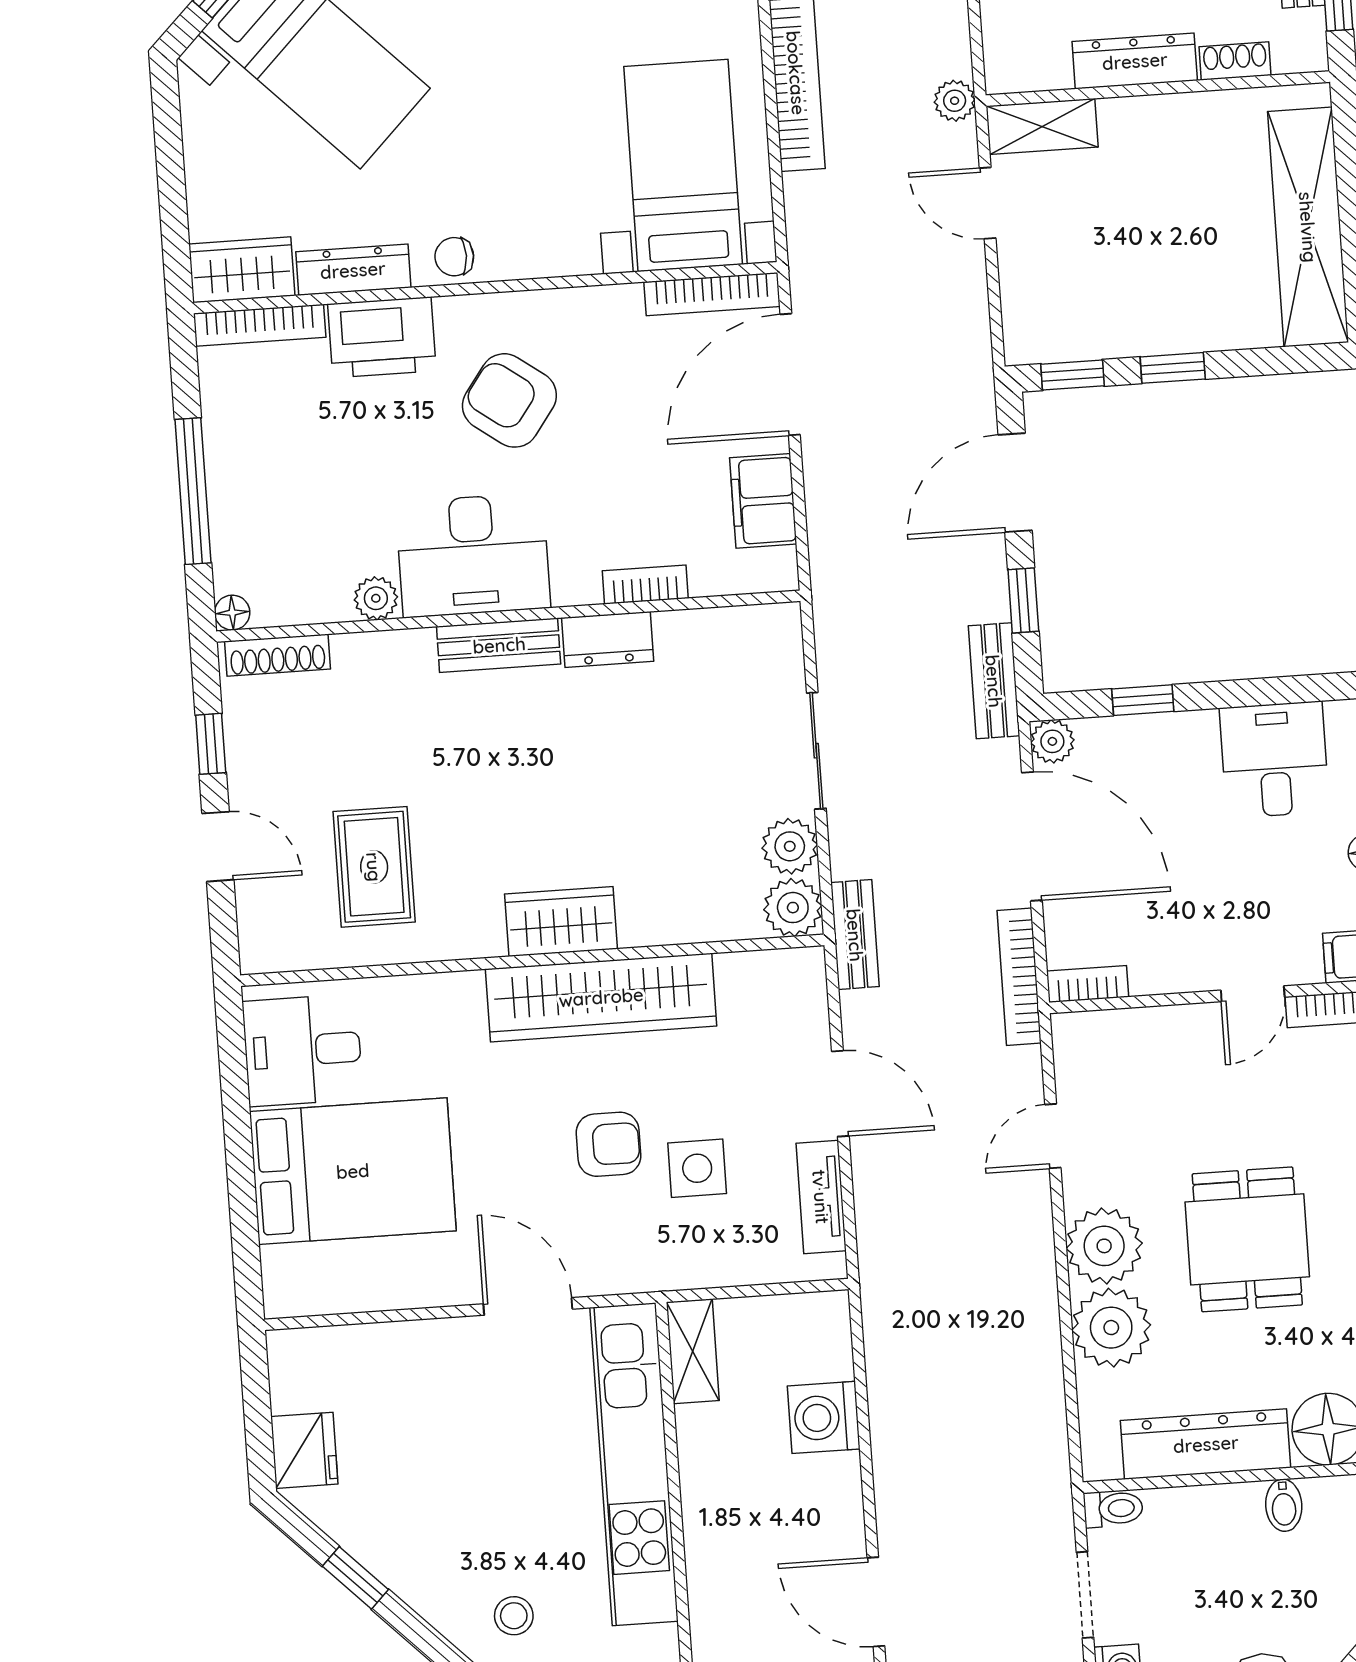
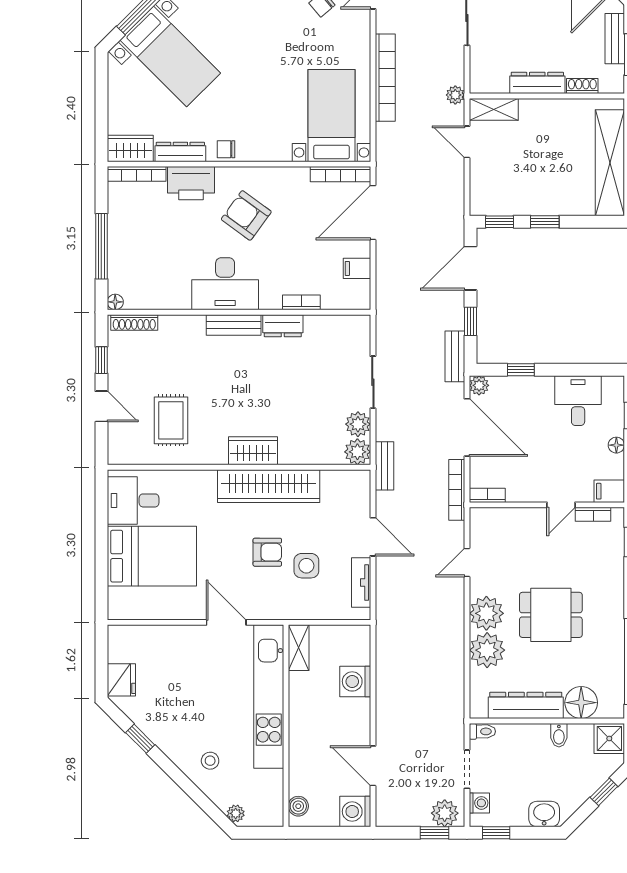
filing cabinet: (763, 501) -> (357, 268), width x0.50
plant: (376, 598) -> (180, 300), removed
dining table: (1247, 1239) -> (551, 615), turned 90

